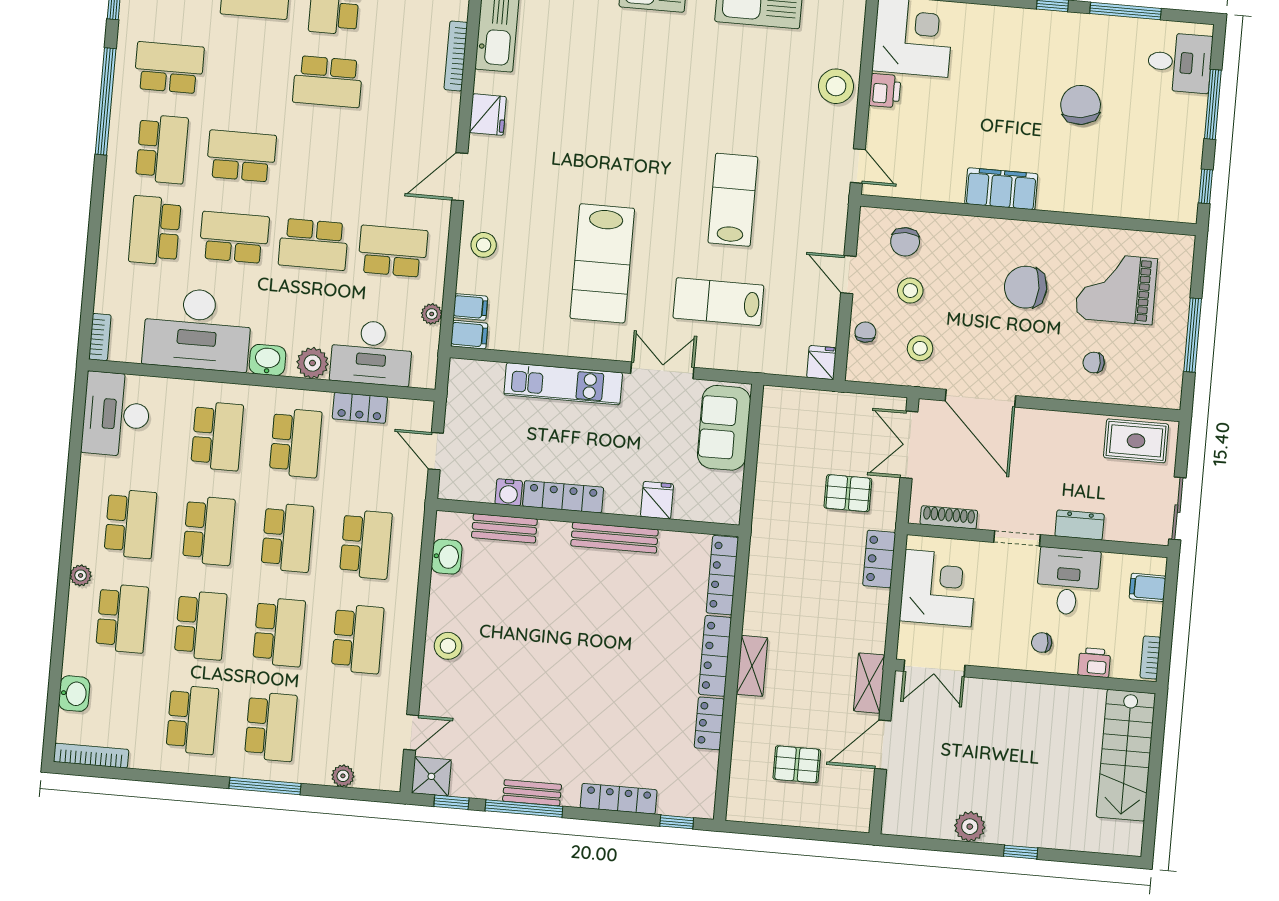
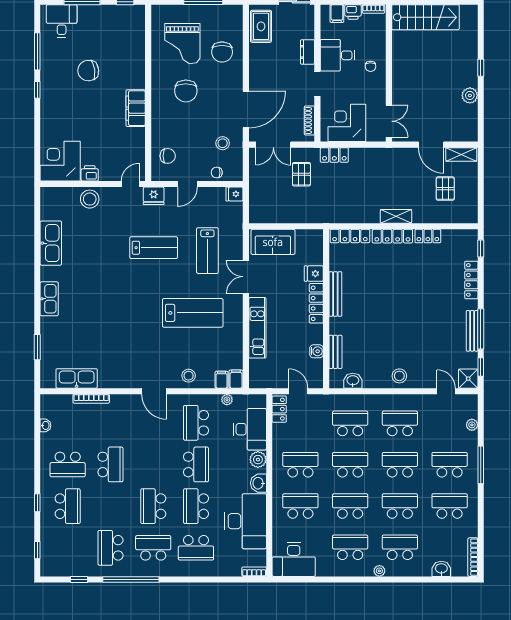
fridge: (488, 115) -> (154, 196), moved, turned 180
lab bench: (733, 200) -> (154, 248), turned 180
stool: (910, 291) -> (193, 151), removed
chair: (1094, 363) -> (222, 52), width x1.87, depth x1.87
locker: (360, 408) -> (279, 409), moved
door: (436, 451) -> (298, 391), swing flipped
locker: (563, 497) -> (316, 303), moved
printer: (1094, 663) -> (353, 12), moved, turned -90
shelving: (869, 683) -> (461, 154), moved
bench: (532, 793) -> (472, 331), width x1.36

